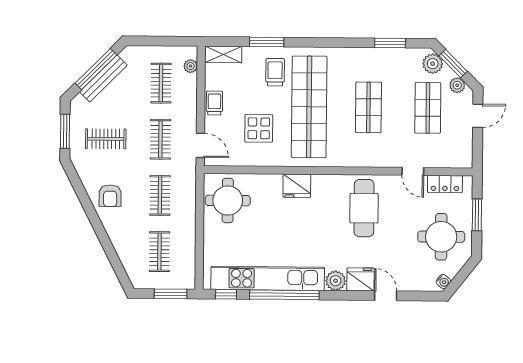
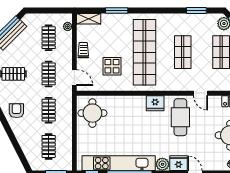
trolley: (275, 72) -> (122, 30), removed
door: (413, 171) -> (201, 93), moved
fridge: (297, 186) -> (155, 103), moved
armchair: (110, 196) -> (16, 111), turned 180

